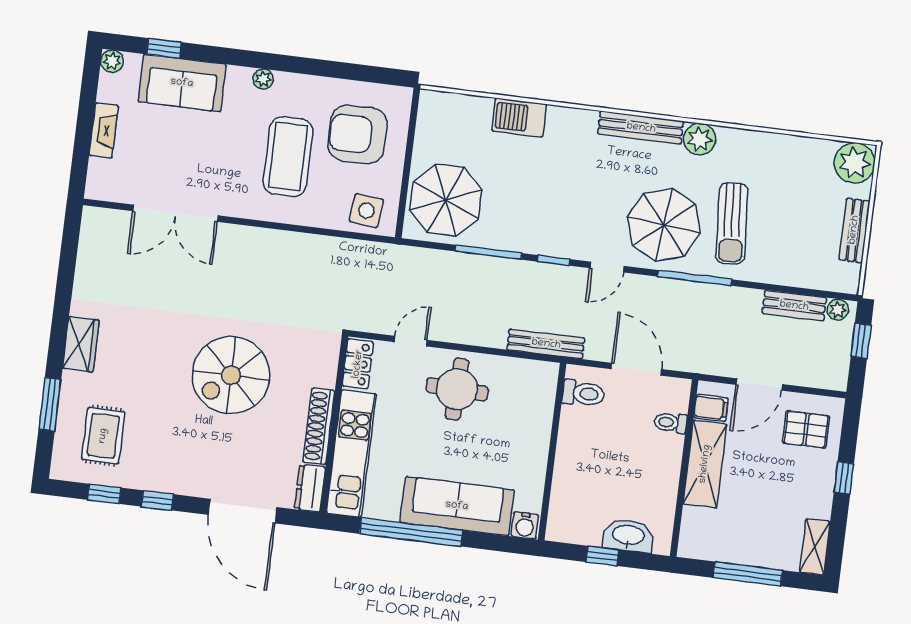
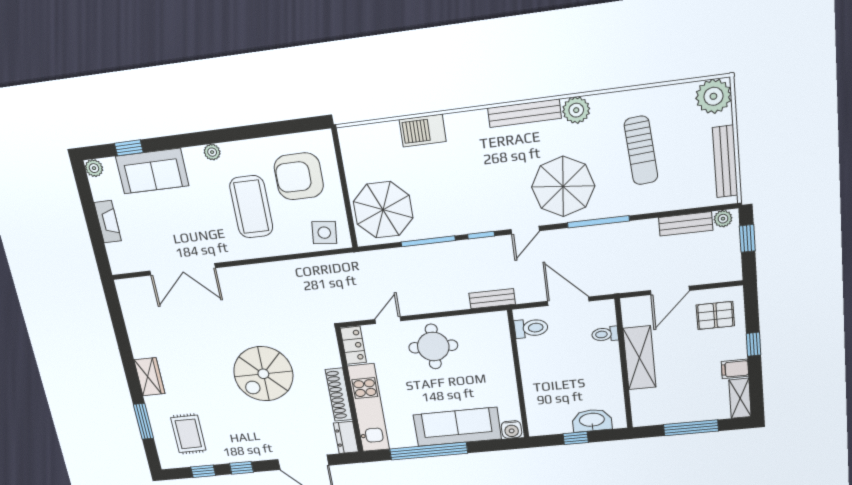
sun lounger: (732, 223) -> (641, 150), moved
bench: (854, 230) -> (725, 162), width x1.36
bench: (546, 344) -> (492, 299), width x0.73
filing cabinet: (711, 408) -> (735, 369), moved, turned 180

